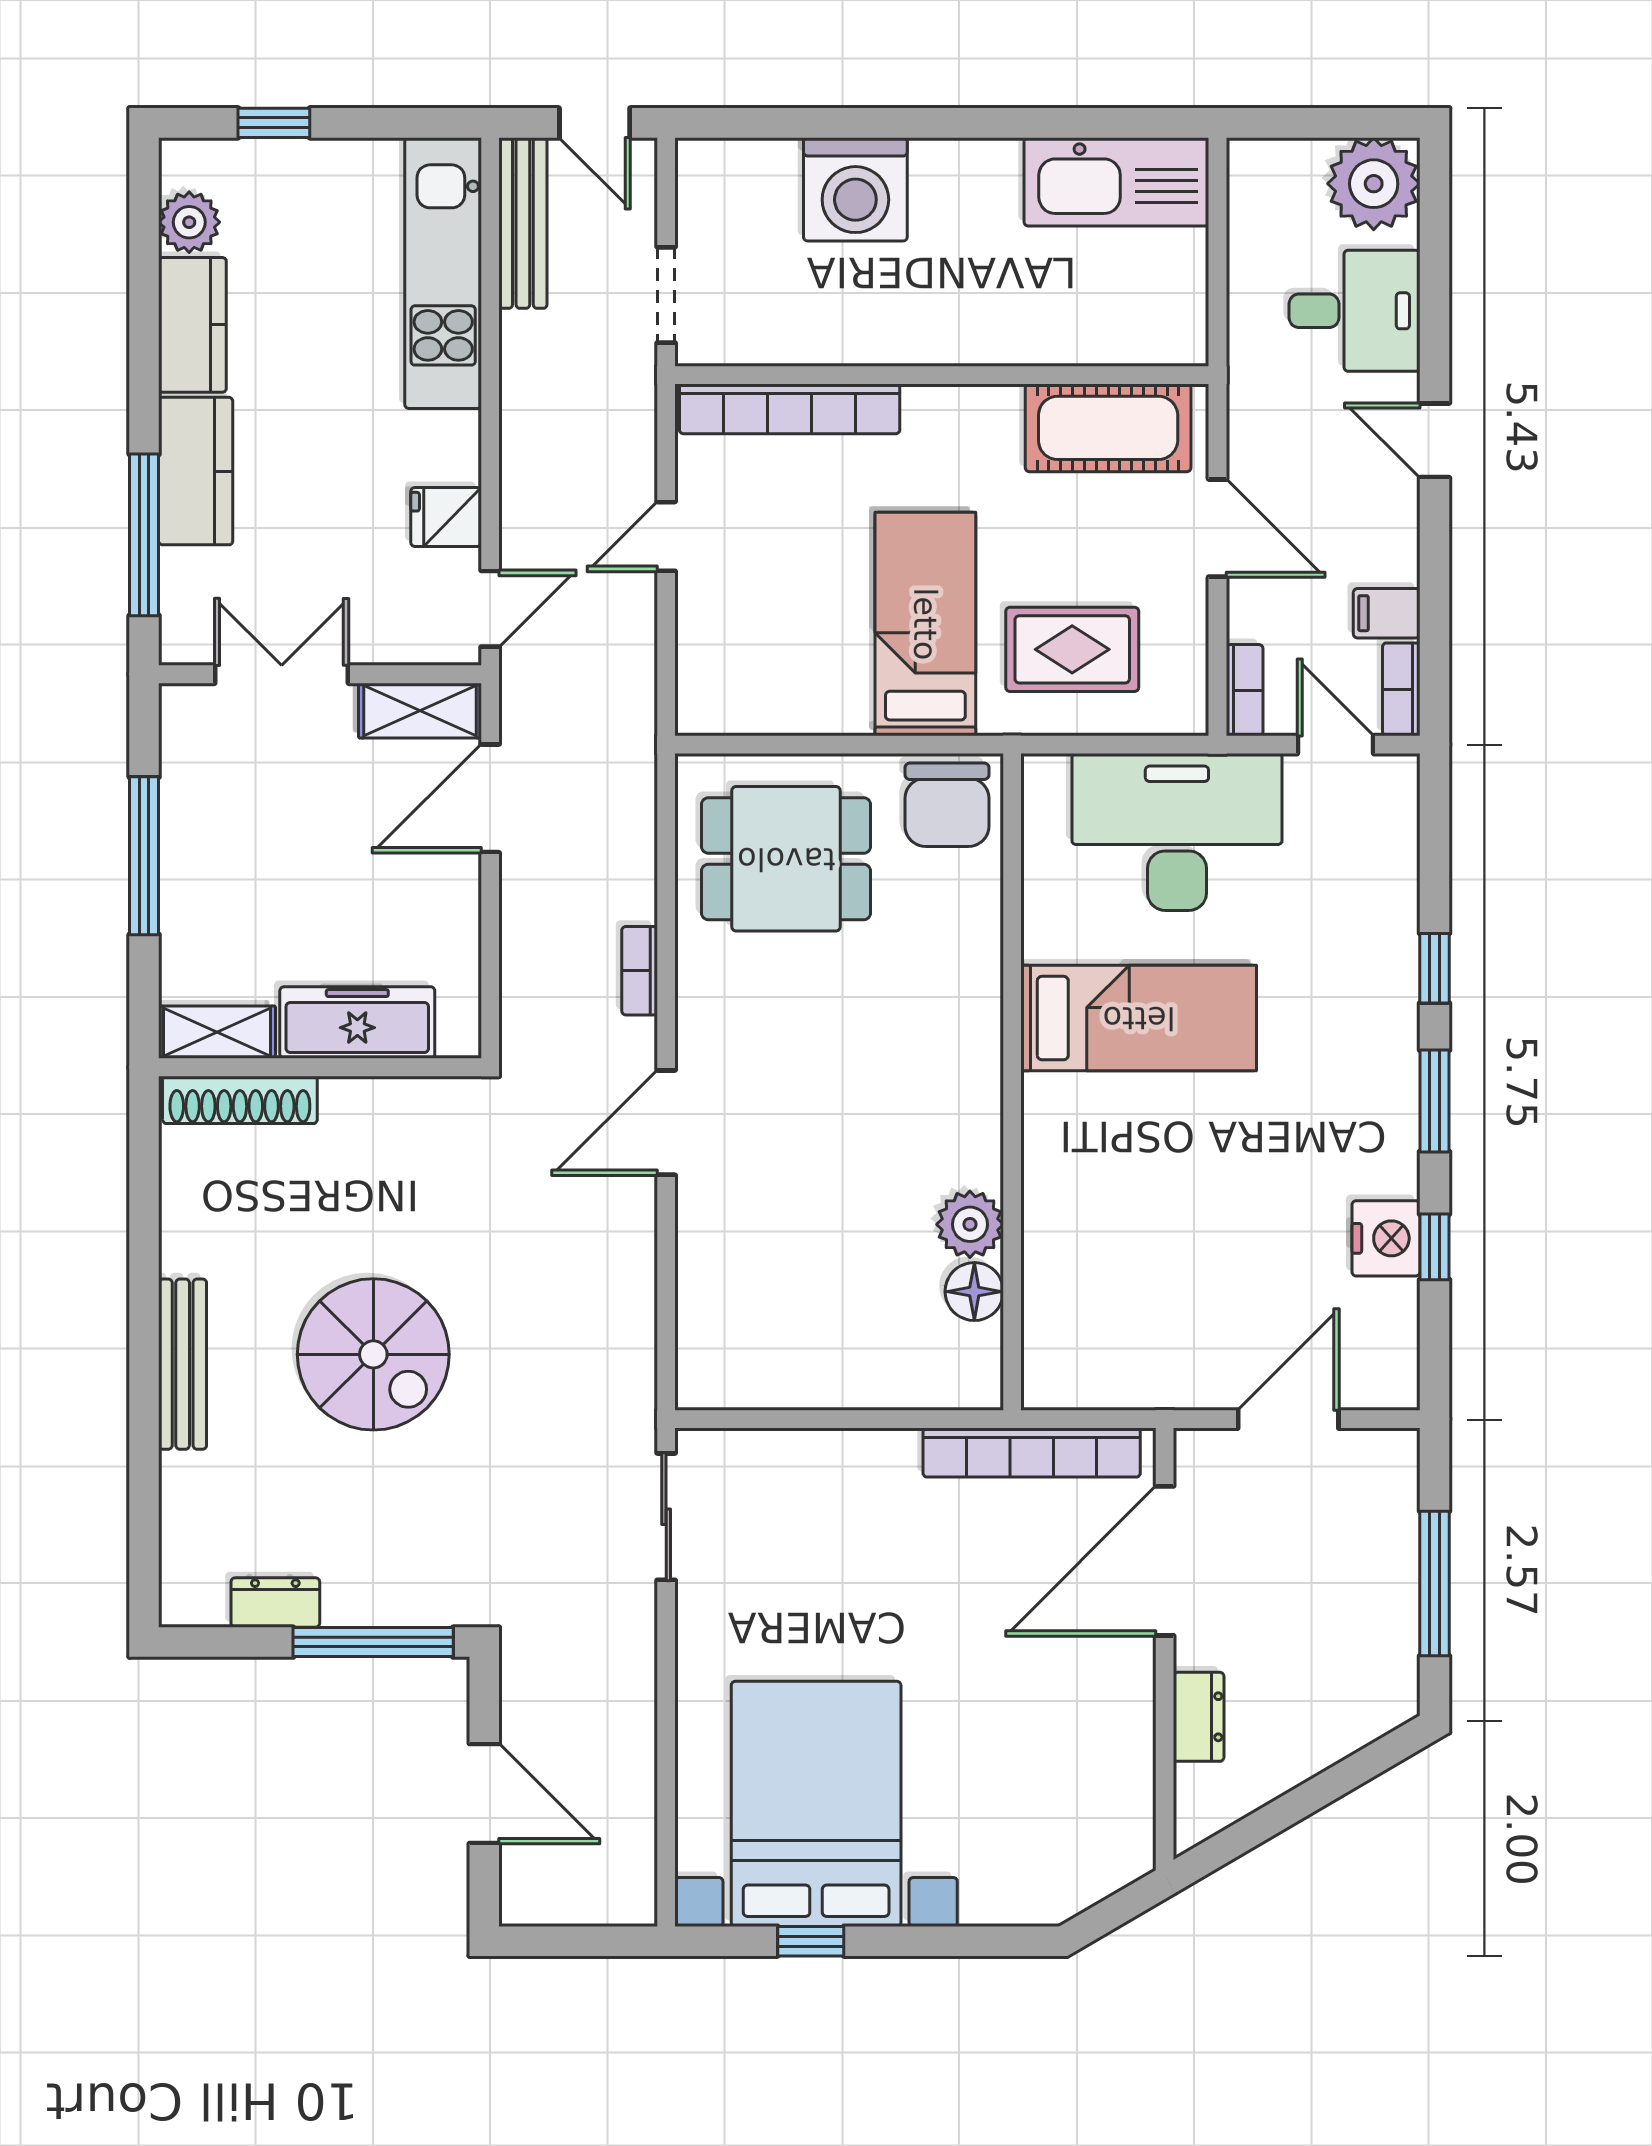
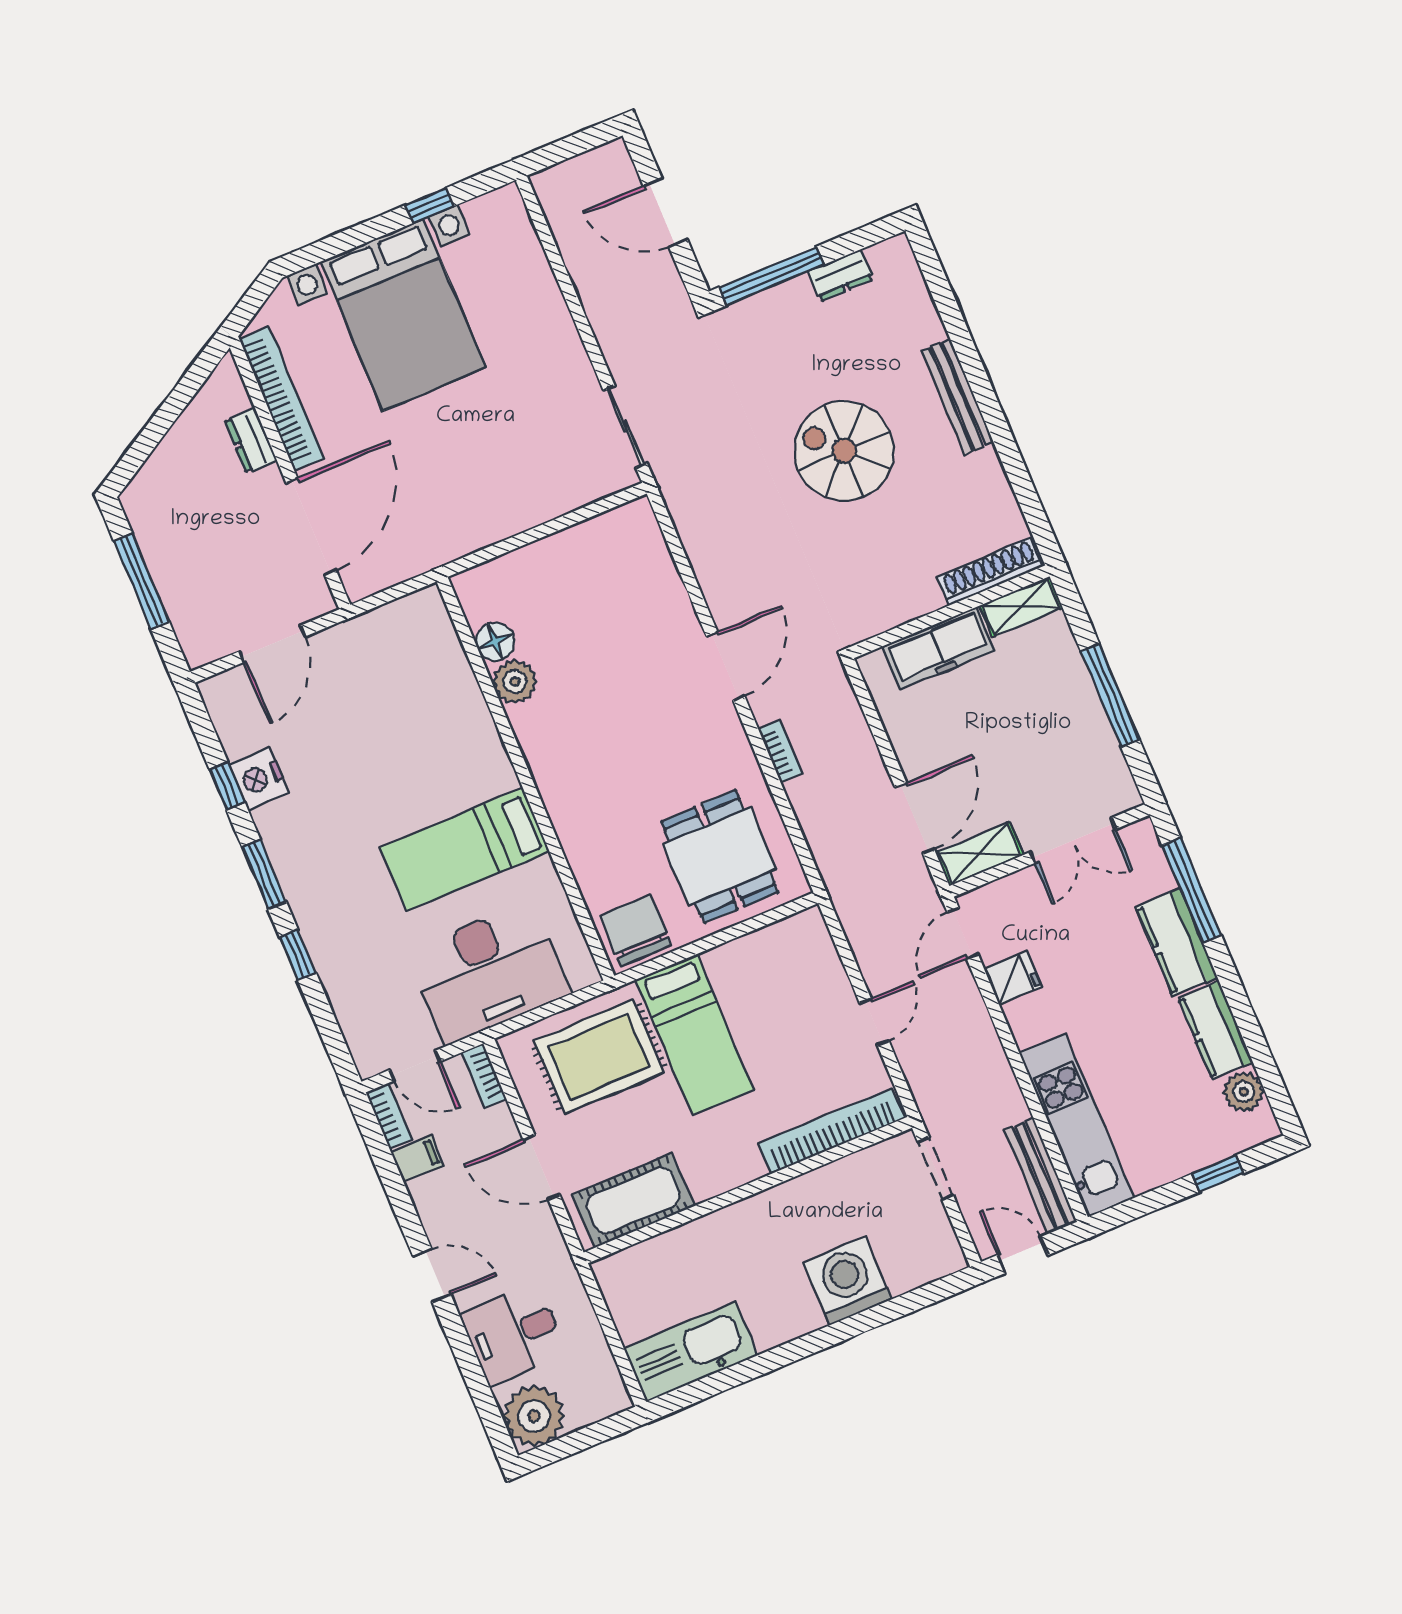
rug: (1072, 649) -> (599, 1057), width x1.36, depth x1.43
dining table: (786, 859) -> (720, 857), turned 90
bookcase: (1032, 1453) -> (281, 398), moved, turned 90
bed with nightstands: (816, 1804) -> (403, 315), moved

